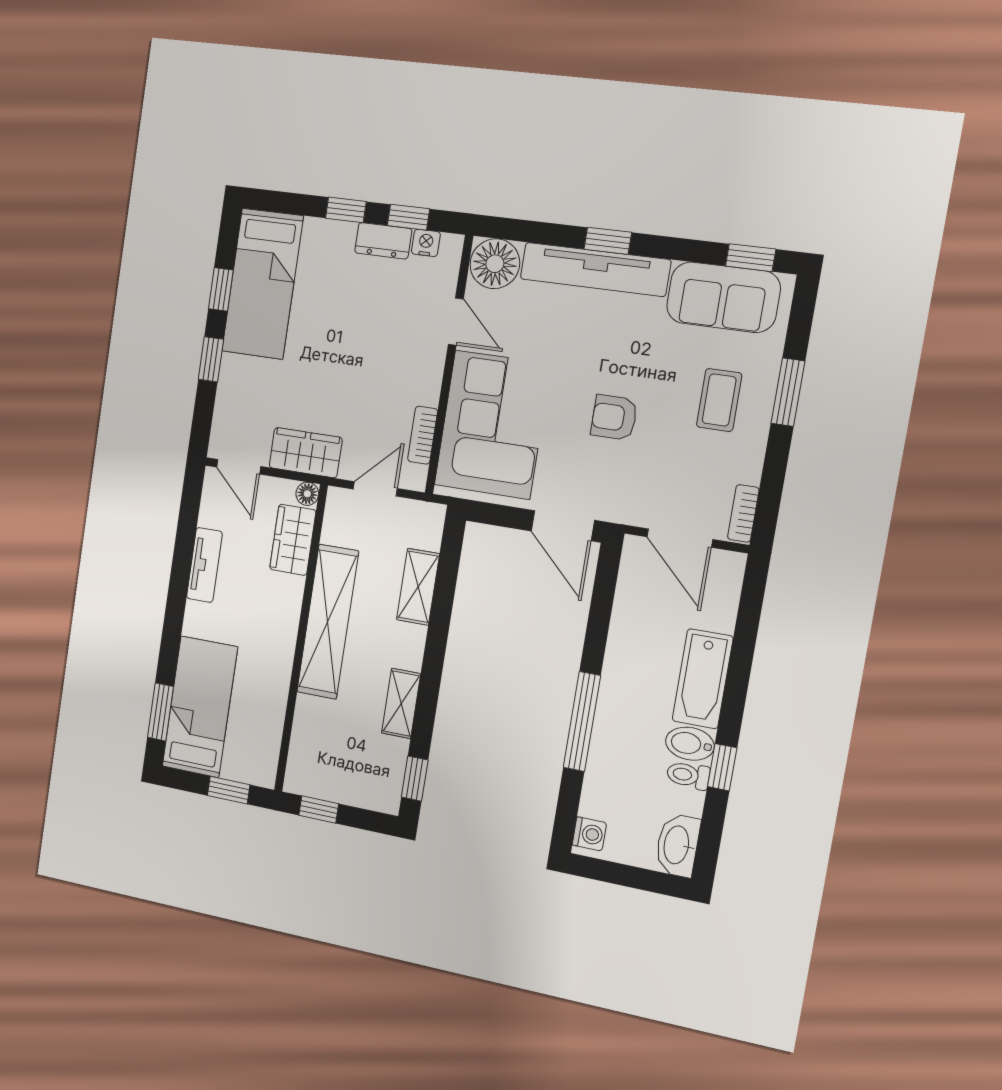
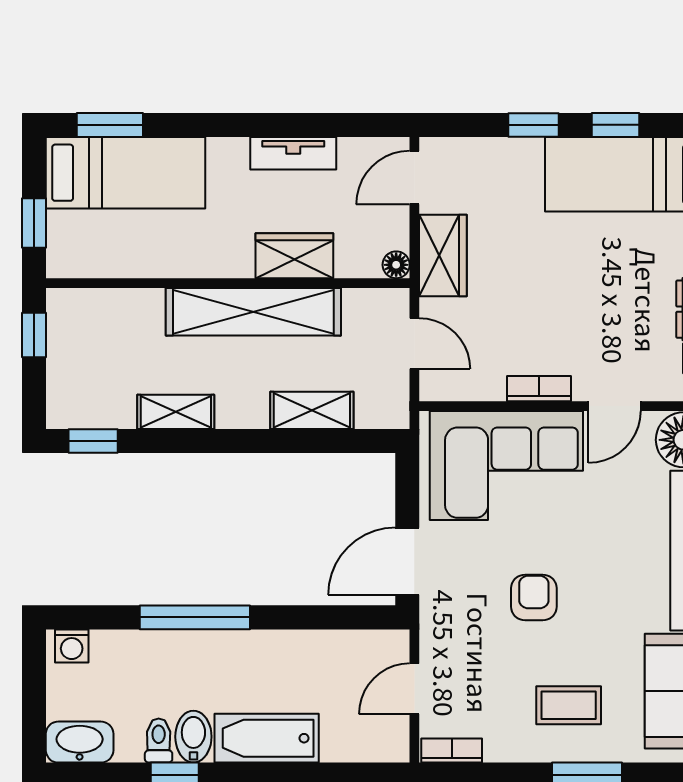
bookcase: (423, 435) -> (539, 389), moved
door: (680, 538) -> (414, 689), width x0.73
wardrobe: (293, 540) -> (294, 256), moved

